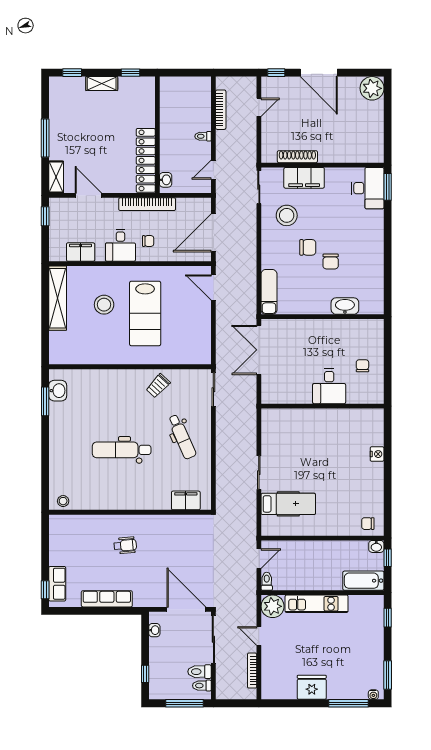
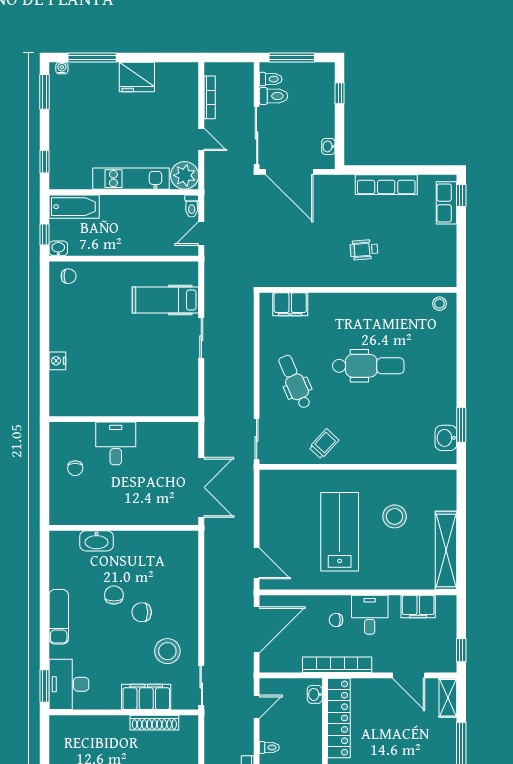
exam couch: (269, 292) -> (59, 617), moved, turned 180
stool: (104, 305) -> (395, 516), moved

